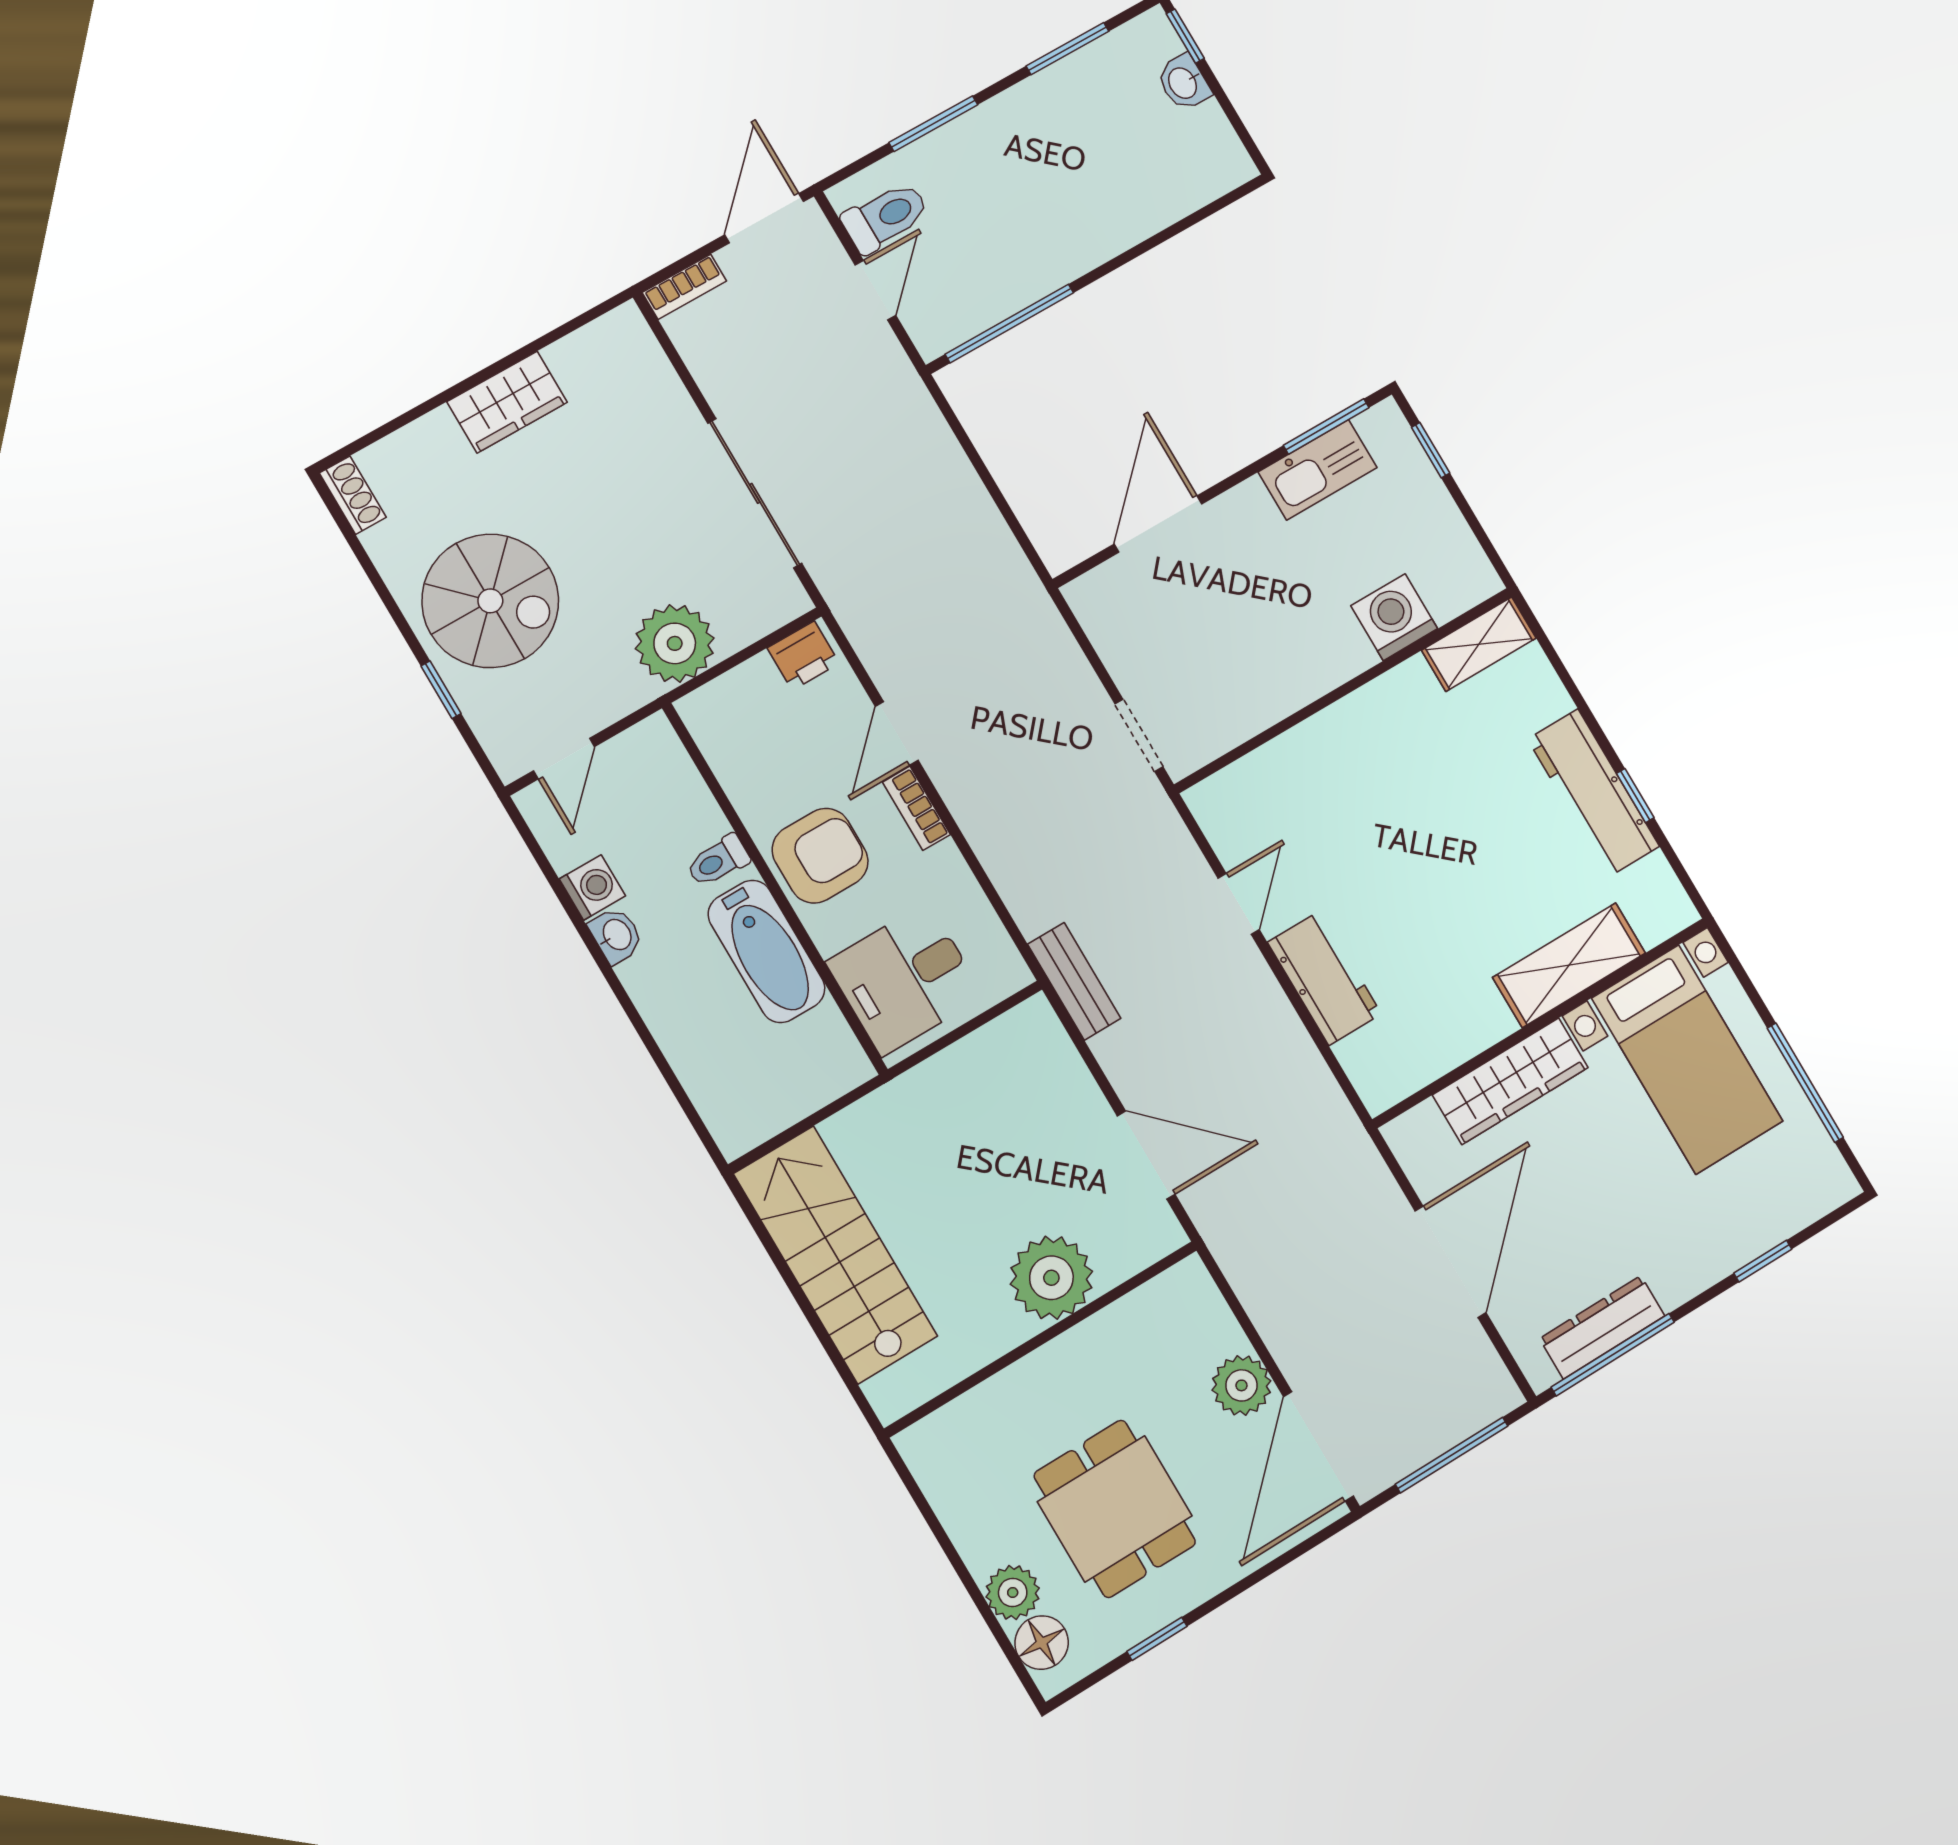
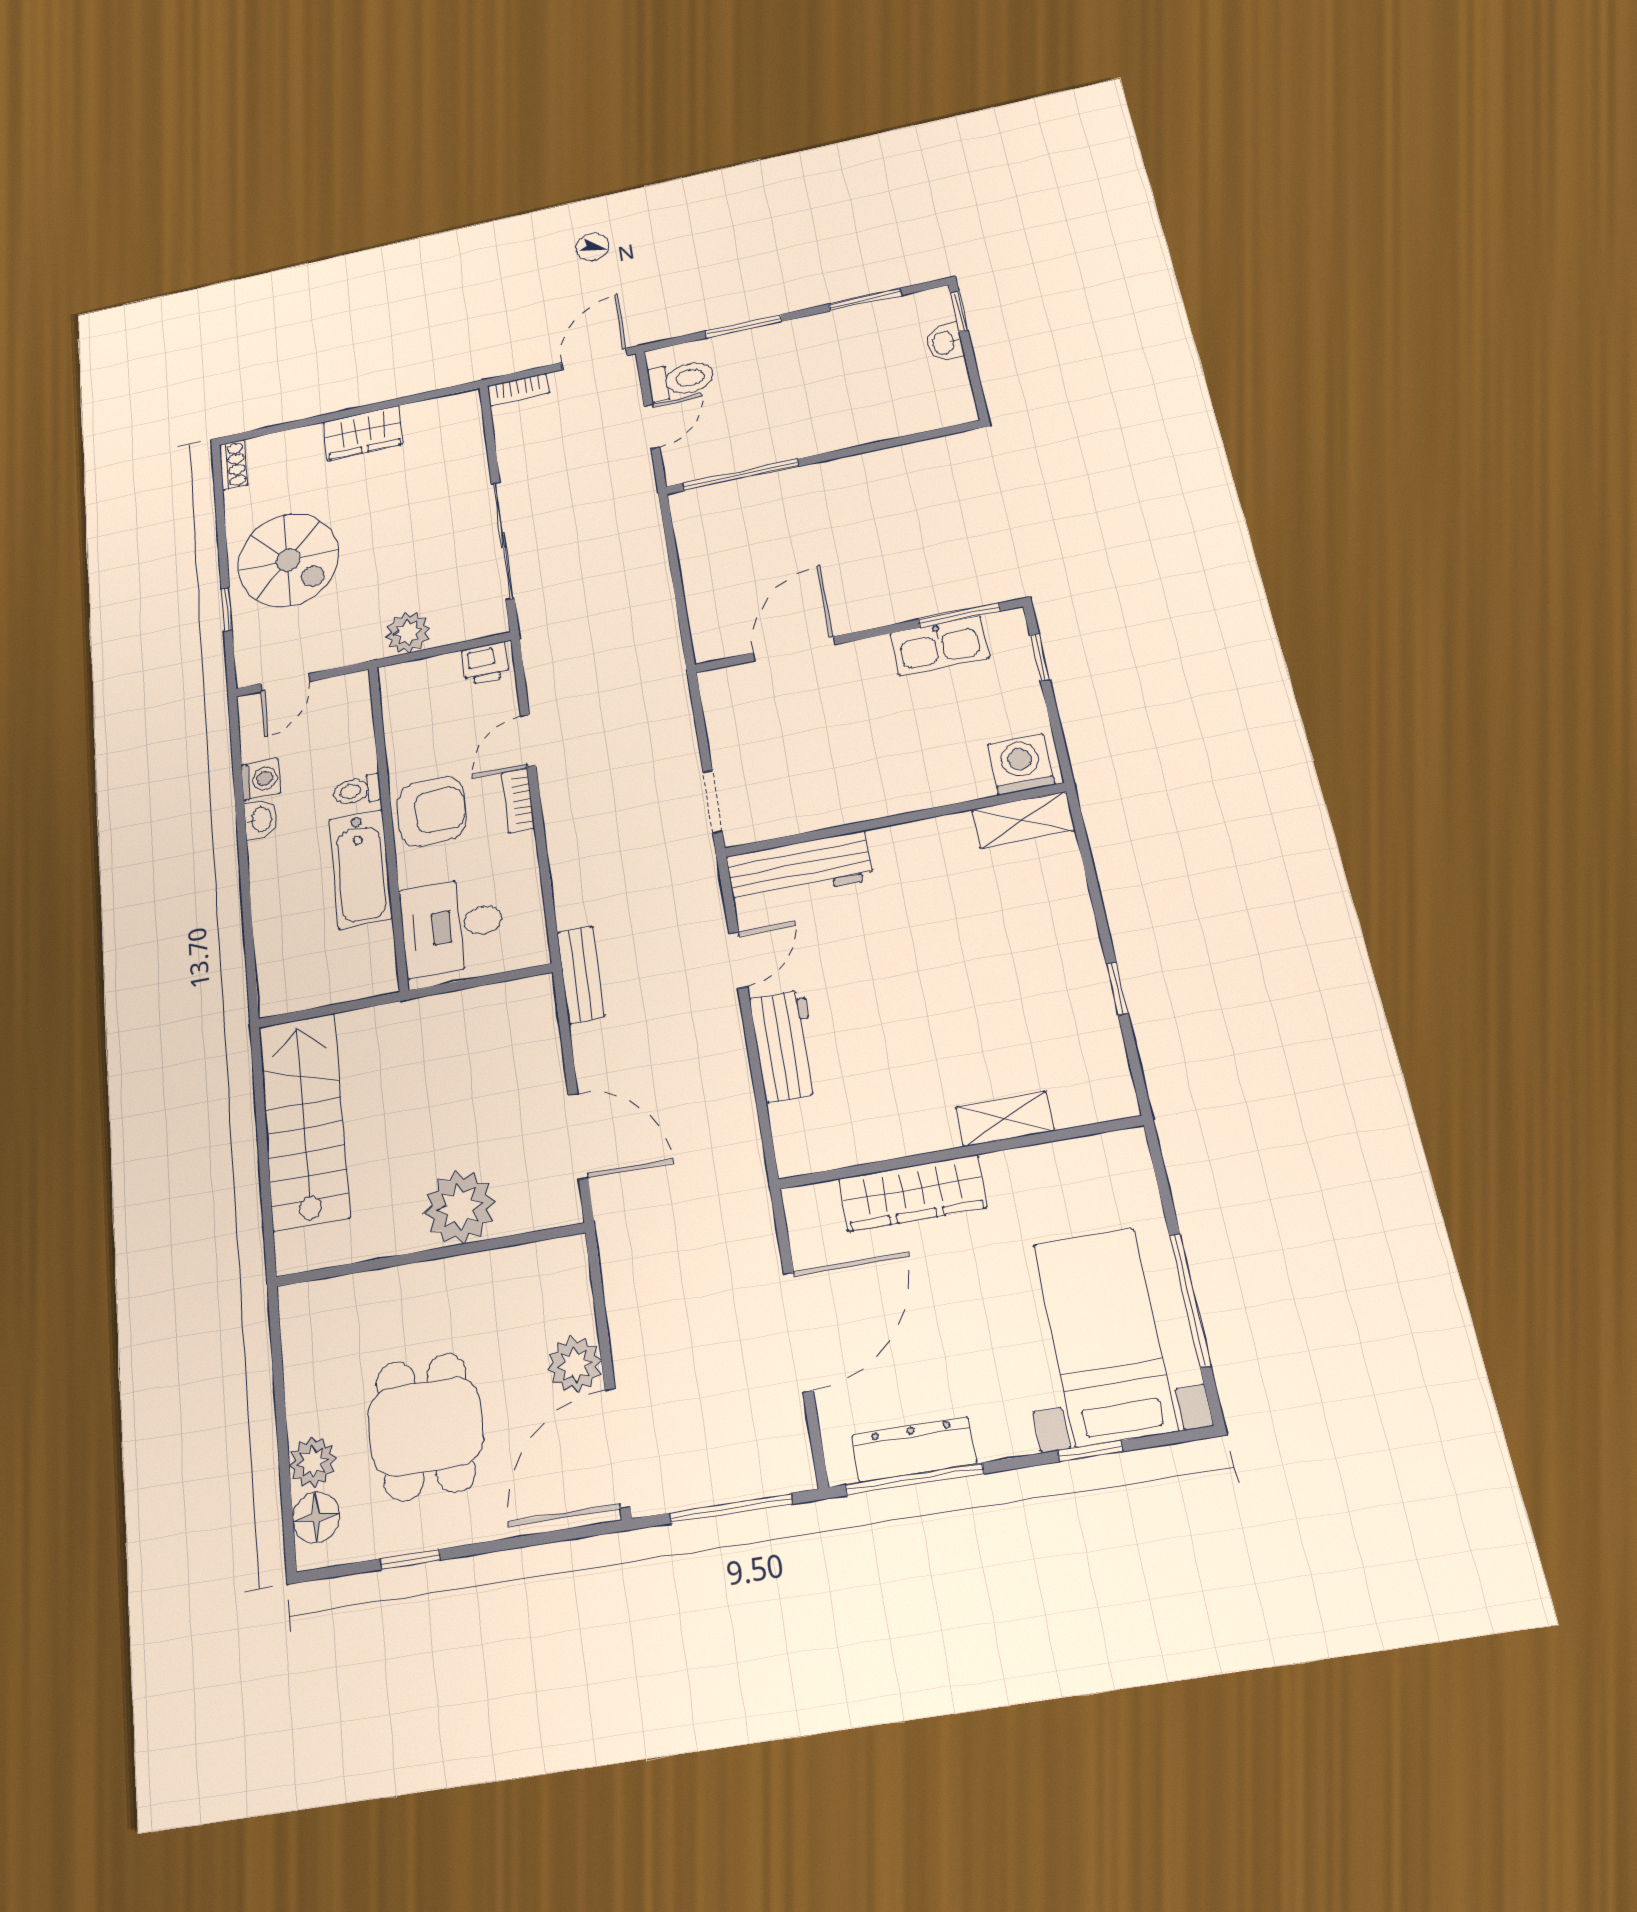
washing machine: (1394, 617) -> (1021, 764), moved
plant: (675, 643) -> (408, 633), width x0.73, depth x0.73
workbench: (1593, 793) -> (799, 868), moved, turned -90
shelving: (1569, 965) -> (1005, 1119), width x0.67, depth x0.75
bed with nightstands: (1687, 1060) -> (1105, 1336), moved, turned 180

